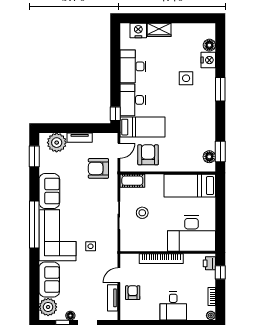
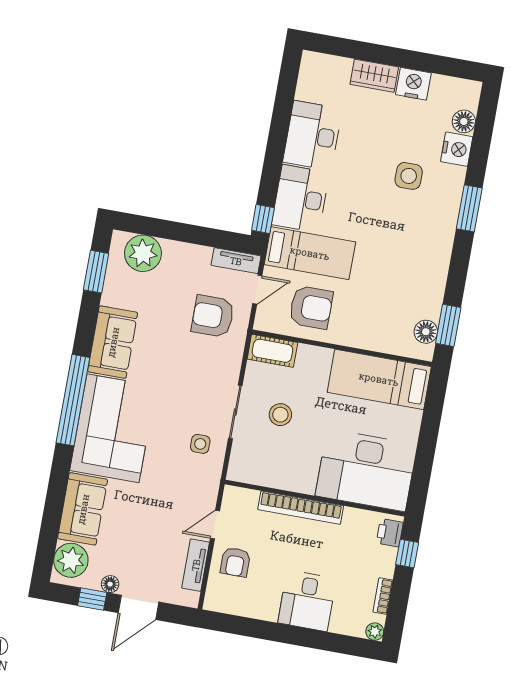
nightstand: (138, 30) -> (413, 84), moved
tv unit: (80, 138) -> (236, 261), moved
armchair: (148, 155) -> (311, 307), turned 90
side table: (91, 246) -> (200, 444), moved
armchair: (133, 293) -> (235, 562), turned 180

